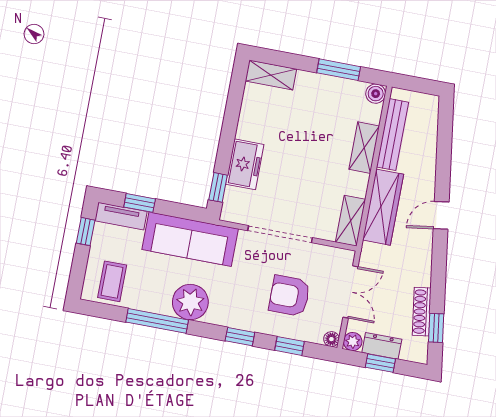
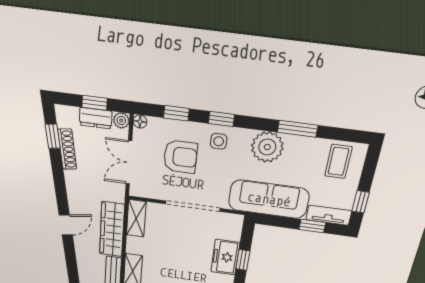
window: (218, 187) -> (243, 260), moved
side table: (244, 312) -> (219, 141), added
window: (157, 321) -> (298, 129), width x0.69

